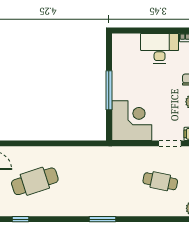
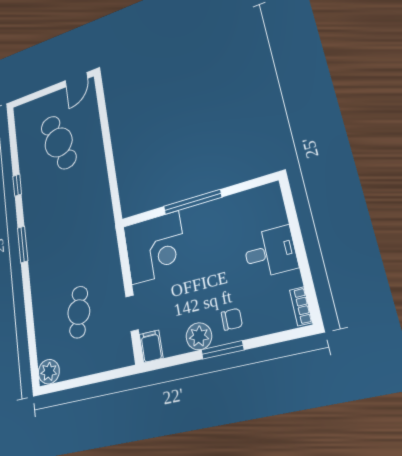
desk: (160, 48) -> (270, 252), width x0.73
window: (21, 219) -> (17, 185), moved

